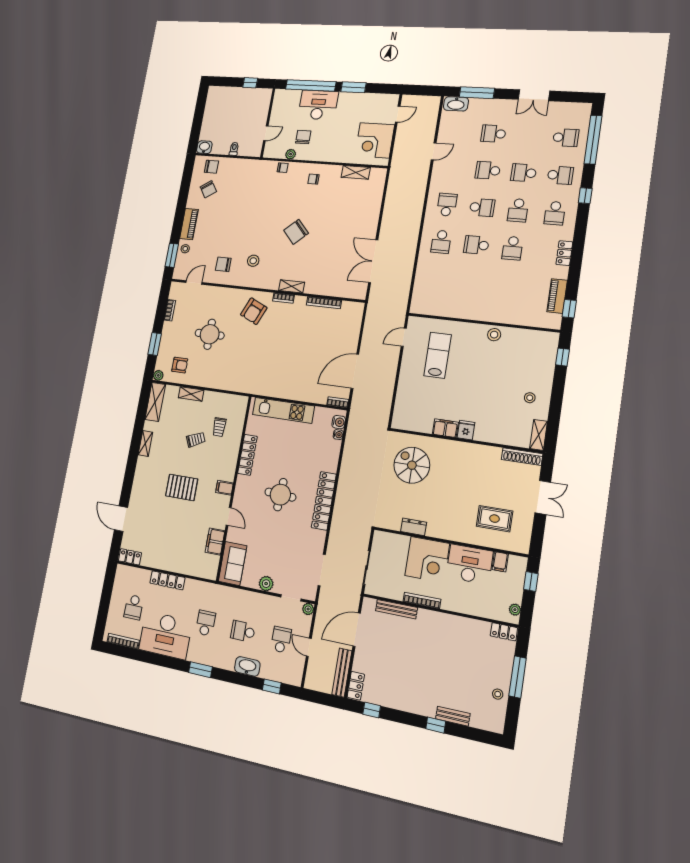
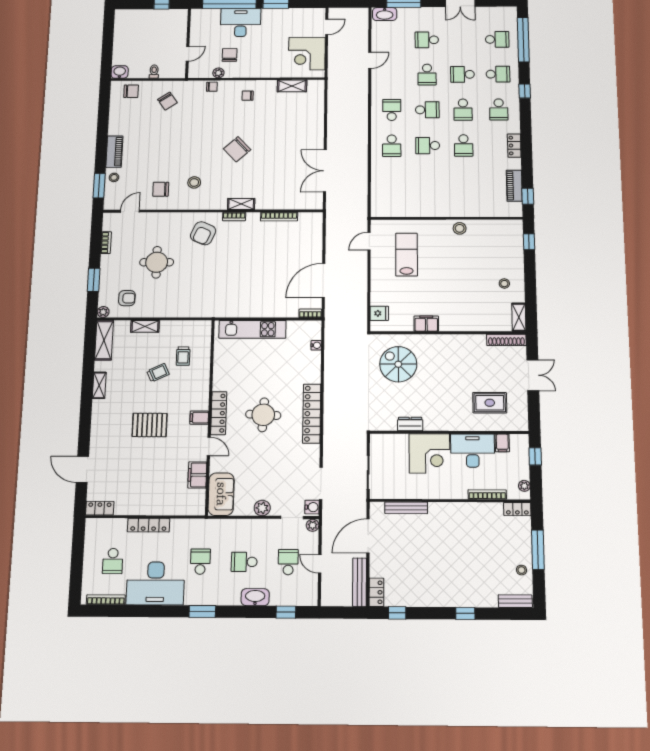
school desk: (488, 170) -> (427, 75), turned -90
chair: (208, 189) -> (167, 101), moved
water cooler: (339, 422) -> (312, 507), moved
fridge: (466, 430) -> (379, 313), moved, turned 90
locker: (247, 455) -> (219, 413), moved
bookcase: (422, 600) -> (487, 495), moved
bench: (453, 716) -> (515, 601), moved

